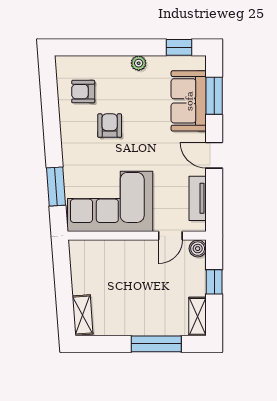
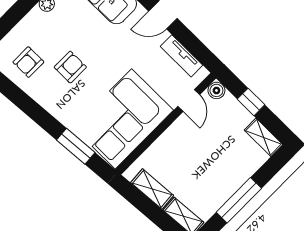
armchair: (110, 126) -> (70, 67), turned 90
shelving: (80, 273) -> (152, 189), added
window: (156, 344) -> (239, 200), moved

